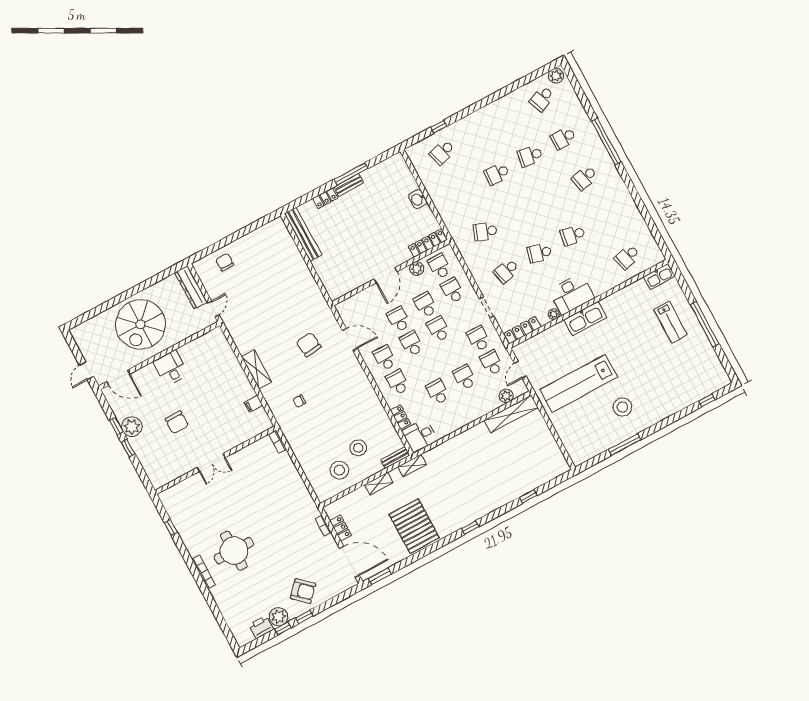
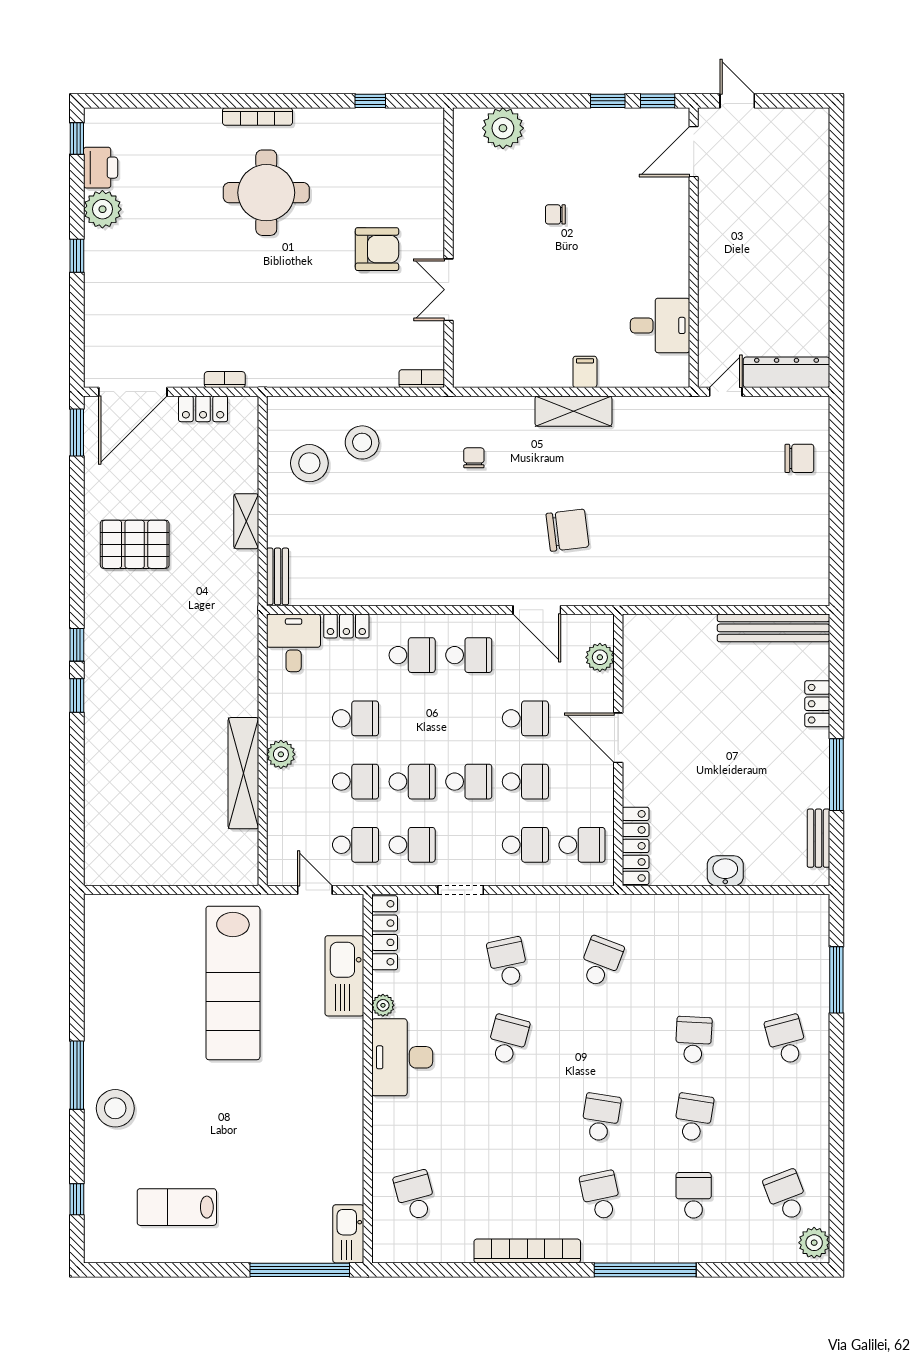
window: (439, 127) -> (836, 980), width x2.17
school desk: (442, 152) -> (786, 1040), moved
bench: (349, 185) -> (819, 838), moved
bookcase: (625, 196) -> (527, 1251), added
school desk: (573, 235) -> (601, 1117), moved
plant: (417, 269) -> (600, 657), moved
door: (213, 309) -> (726, 392), swing flipped
kitchen sink: (585, 319) -> (344, 976), moved
lab bench: (671, 322) -> (177, 1207), moved
spiral stairs: (140, 324) -> (769, 244), removed
window: (705, 324) -> (300, 1270), moved
door: (350, 339) -> (537, 610), hinge flipped
school desk: (412, 344) -> (412, 782), moved
desk: (171, 368) -> (660, 325), moved
lab bench: (579, 383) -> (233, 983), turned 180
plant: (506, 396) -> (281, 754), moved
filing cabinet: (253, 404) -> (585, 372), moved
stool: (622, 407) -> (115, 1108), moved
shelving: (511, 414) -> (243, 773), moved
chair: (177, 422) -> (555, 214), width x0.54, depth x0.54
plant: (132, 427) -> (503, 128), moved
window: (625, 445) -> (77, 1075), moved
window: (128, 448) -> (658, 101), moved
stool: (358, 448) -> (362, 442), moved
double door: (211, 463) -> (449, 290), moved
shelving: (412, 466) -> (246, 600), removed
window: (528, 496) -> (77, 695), moved
pallet: (414, 526) -> (135, 544), width x0.73, depth x0.71
armchair: (303, 591) -> (377, 249), moved, turned -133
window: (283, 628) -> (77, 138), moved

